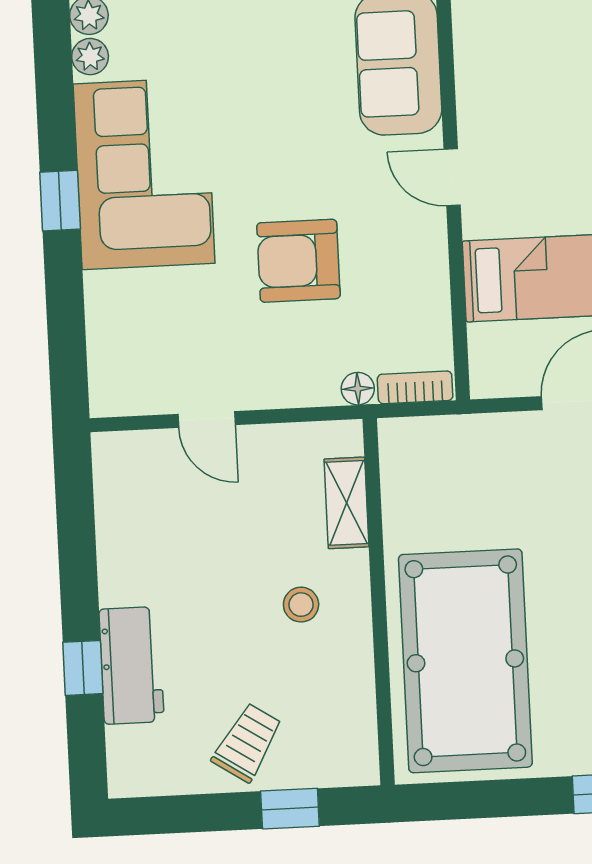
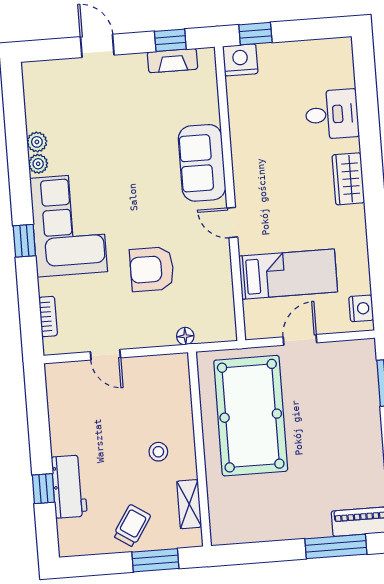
bookcase: (415, 387) -> (48, 316), moved, turned 90
shelving: (346, 503) -> (189, 504), moved
pool table: (465, 661) -> (251, 416), moved
window: (290, 809) -> (155, 560), width x1.50

